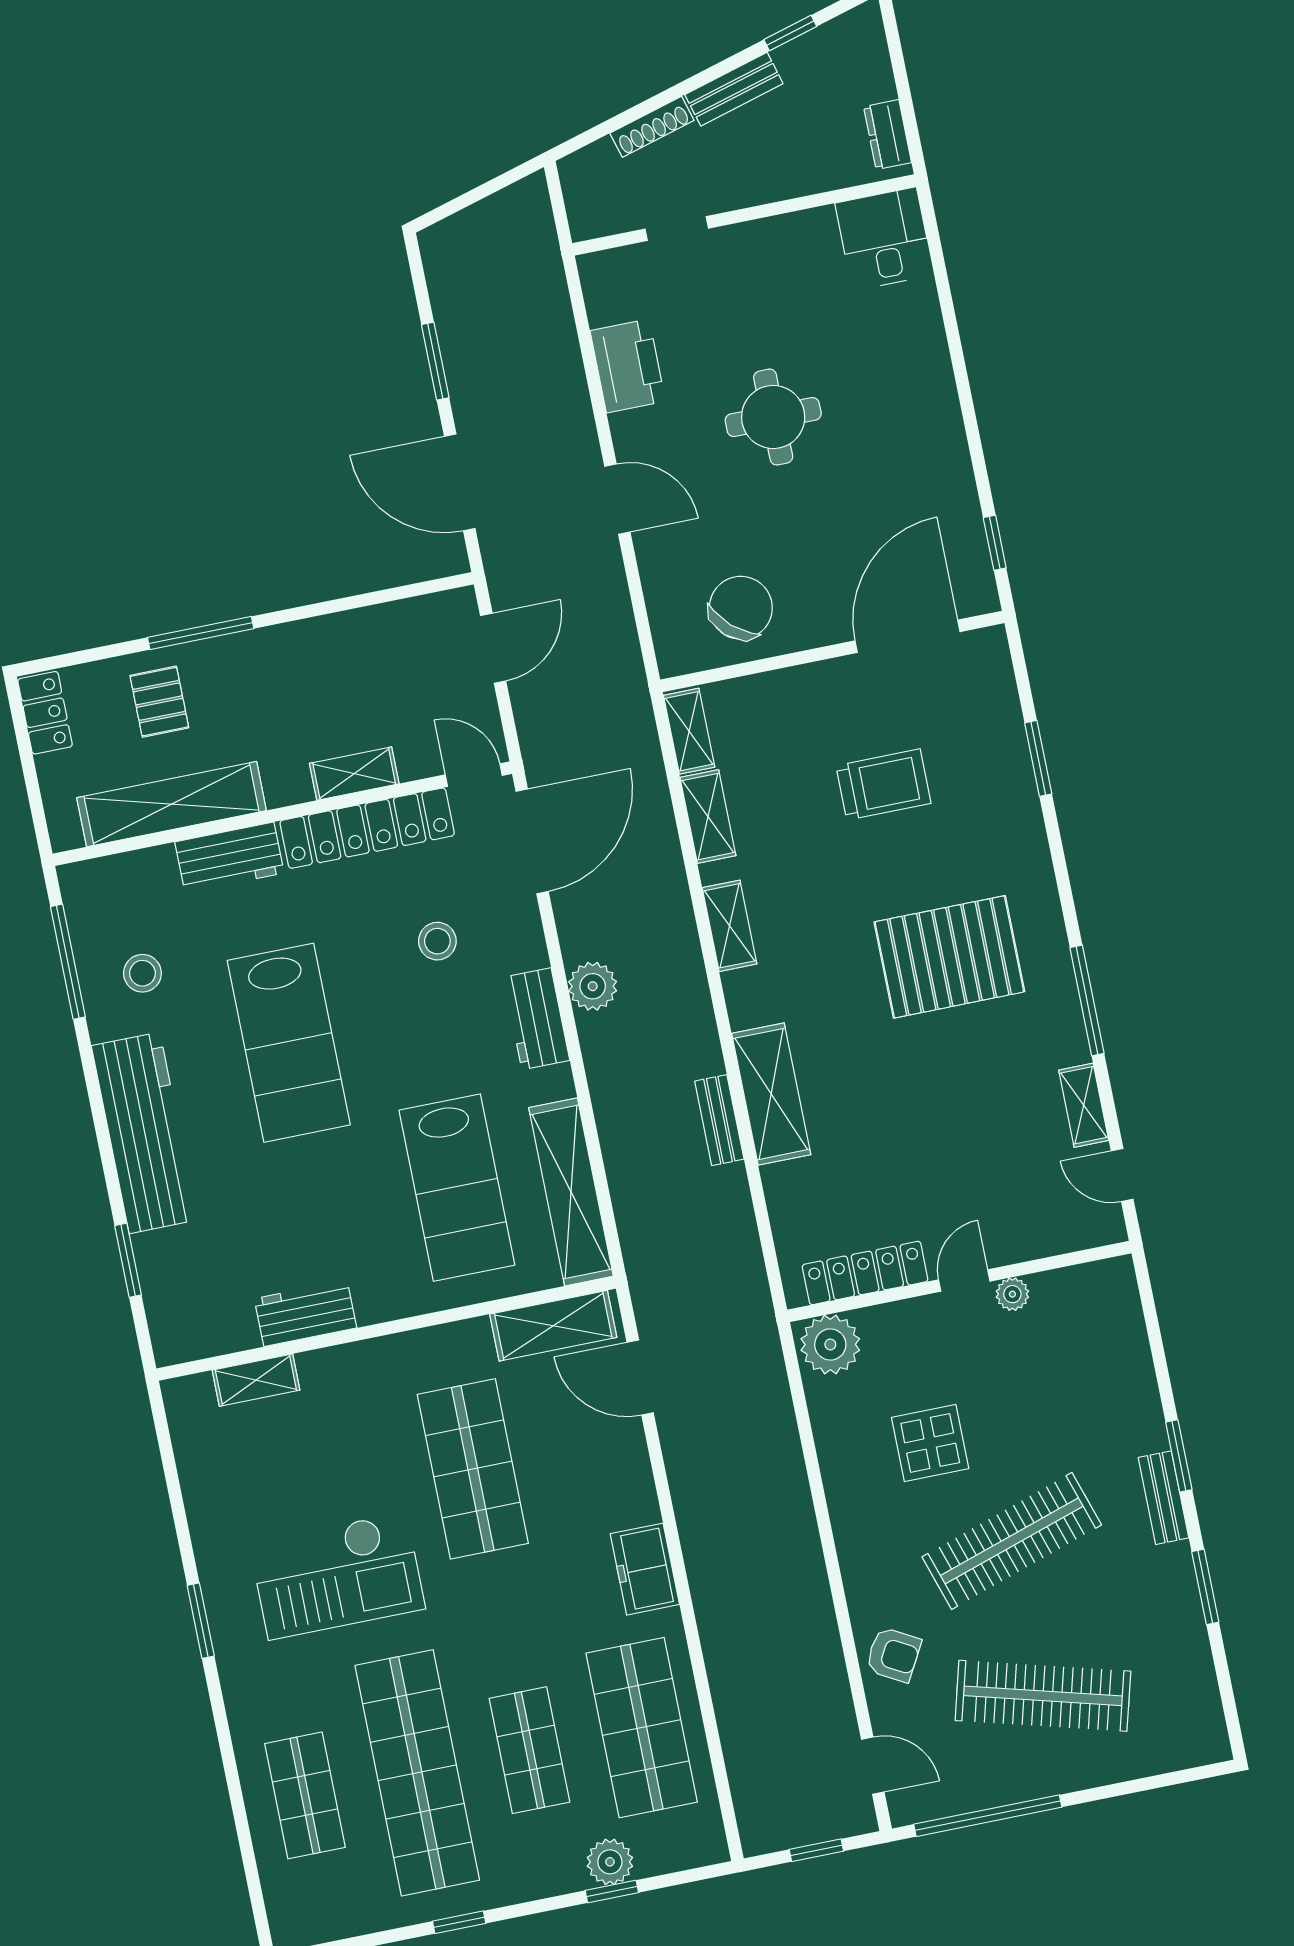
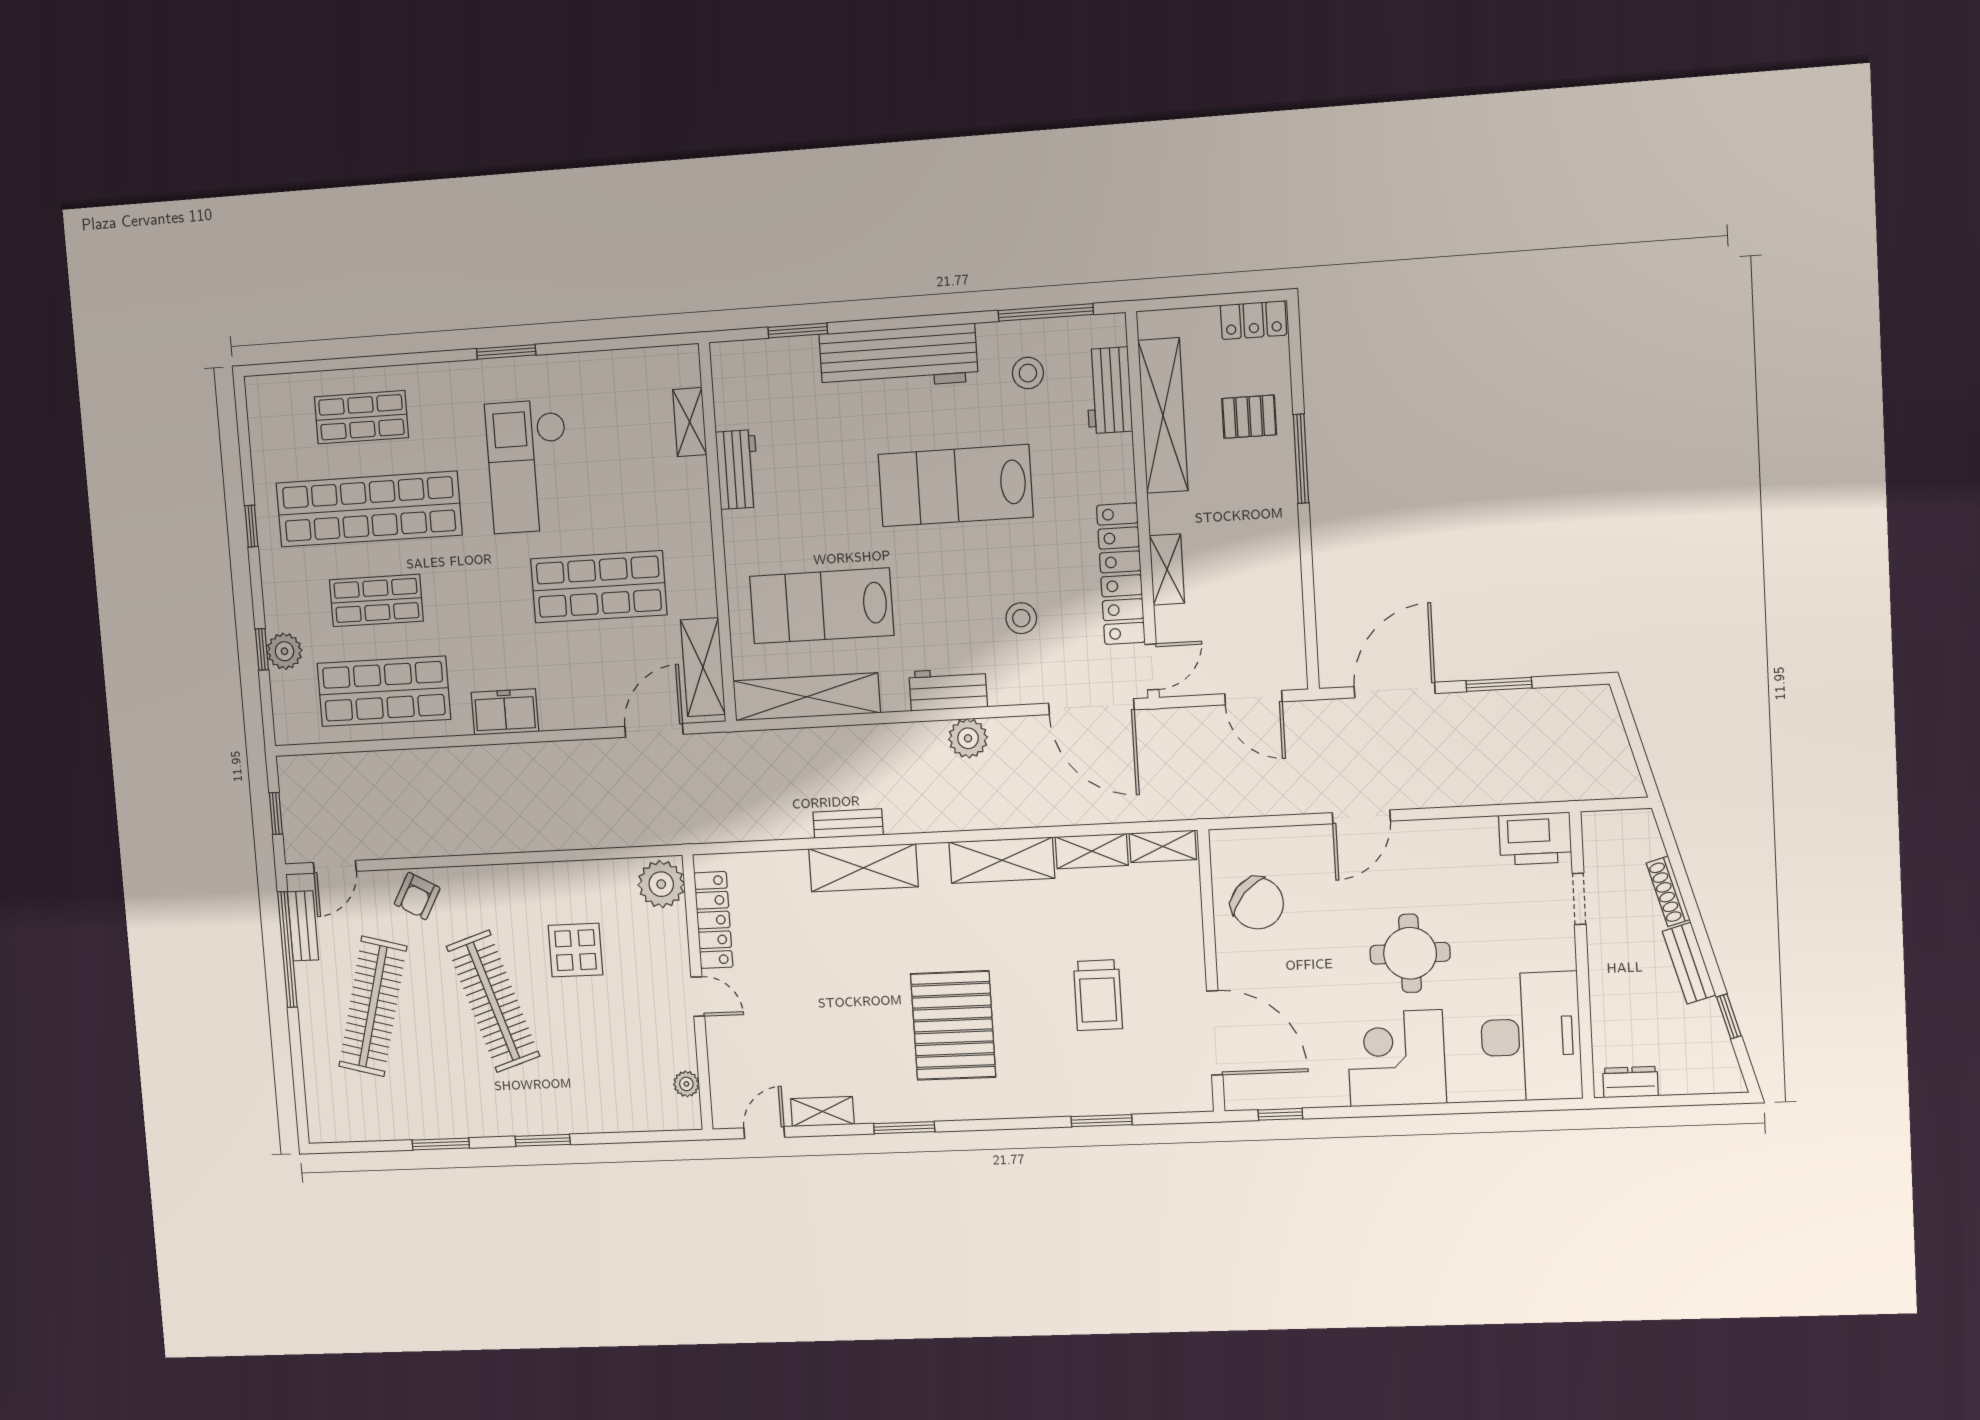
desk: (884, 239) -> (1531, 1037), width x1.87, depth x1.30
printer: (628, 366) -> (1535, 839), moved
corner desk: (903, 414) -> (1396, 1058), added
workbench: (229, 858) -> (1109, 390), moved
shelving: (729, 926) -> (1002, 860), width x1.50, depth x1.33
window: (1087, 1000) -> (904, 1128), width x0.69
plant: (1012, 1294) -> (686, 1084), moved
bench: (1164, 1498) -> (303, 926), moved, turned 90

